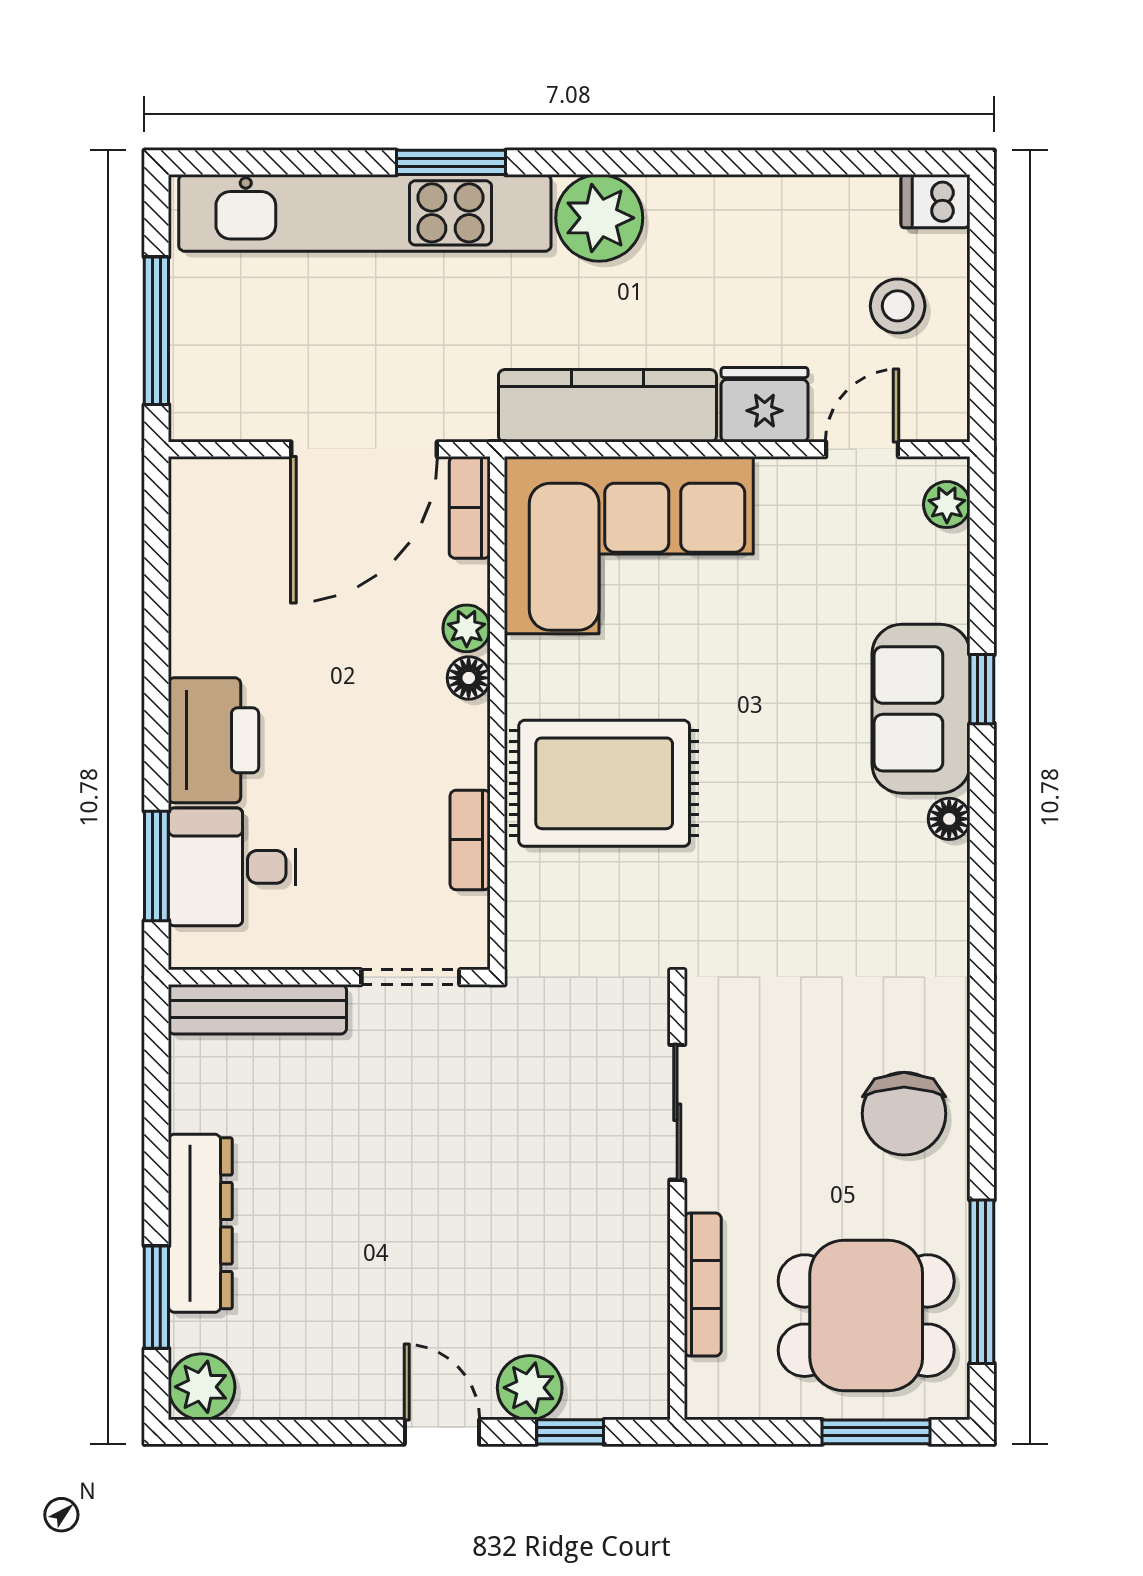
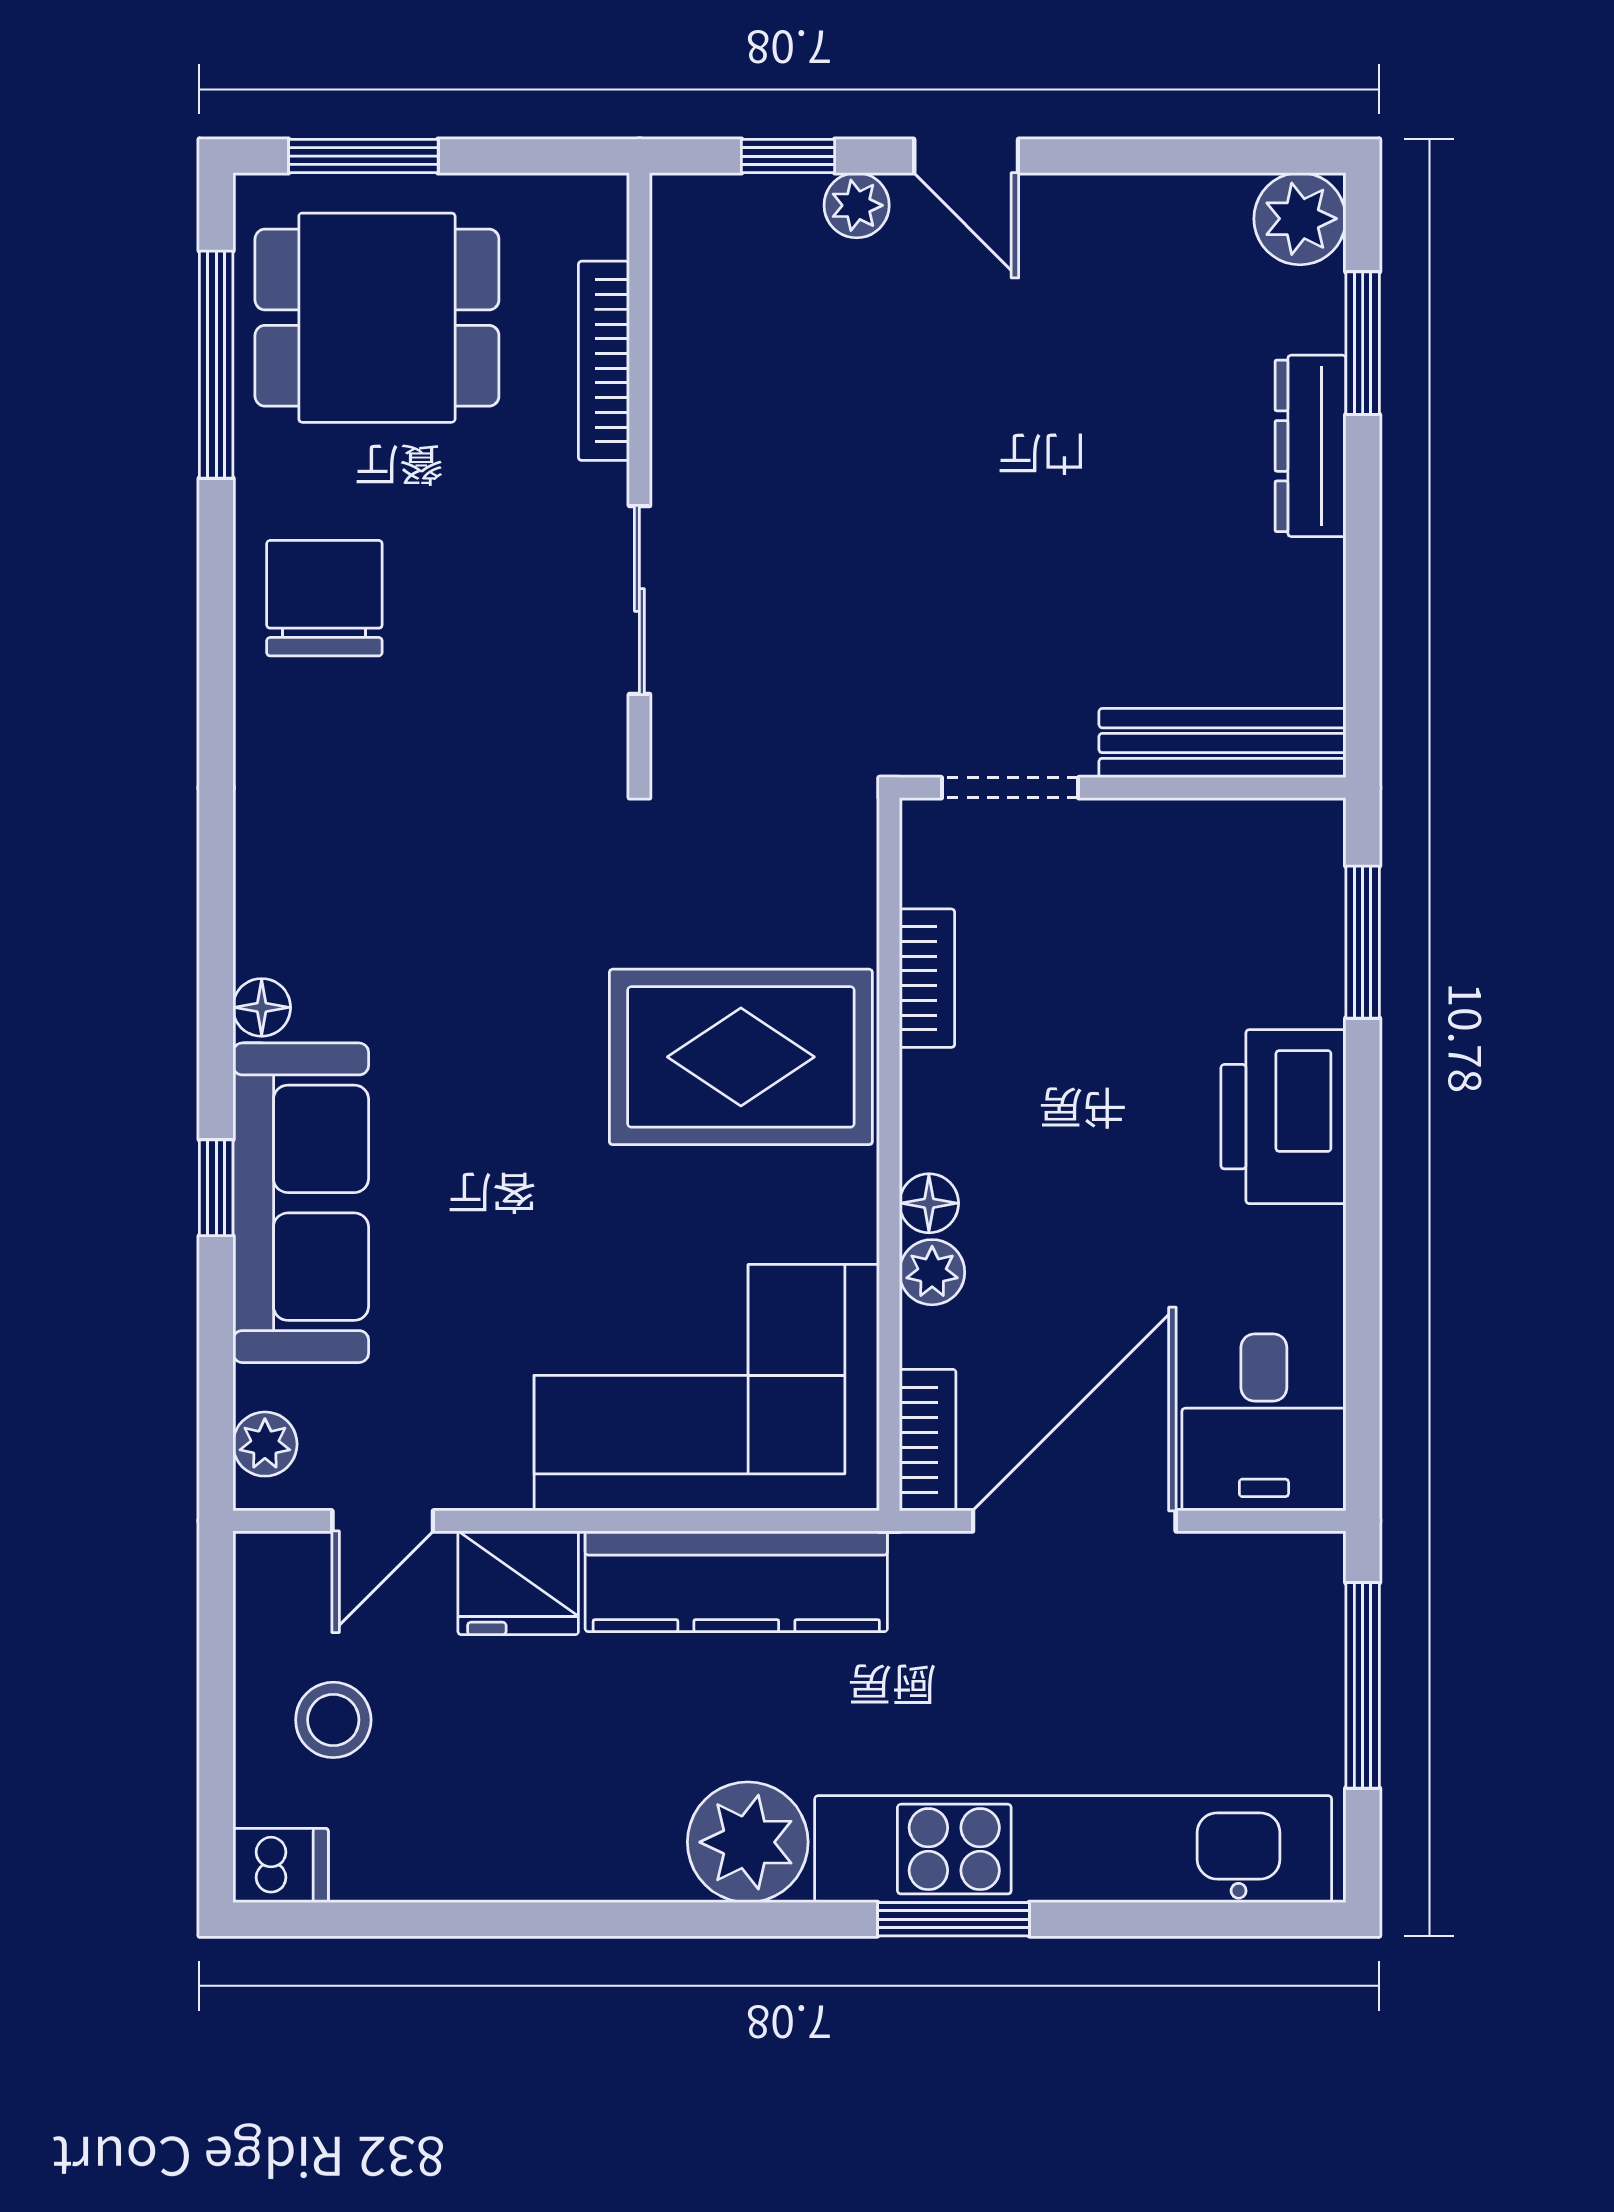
sofa: (921, 709) -> (301, 1203), width x1.36
desk: (232, 867) -> (1264, 1422), moved, turned 90
dresser: (200, 1223) -> (1311, 446), width x0.73, depth x0.80
plant: (530, 1388) -> (857, 205), width x0.73, depth x0.73

